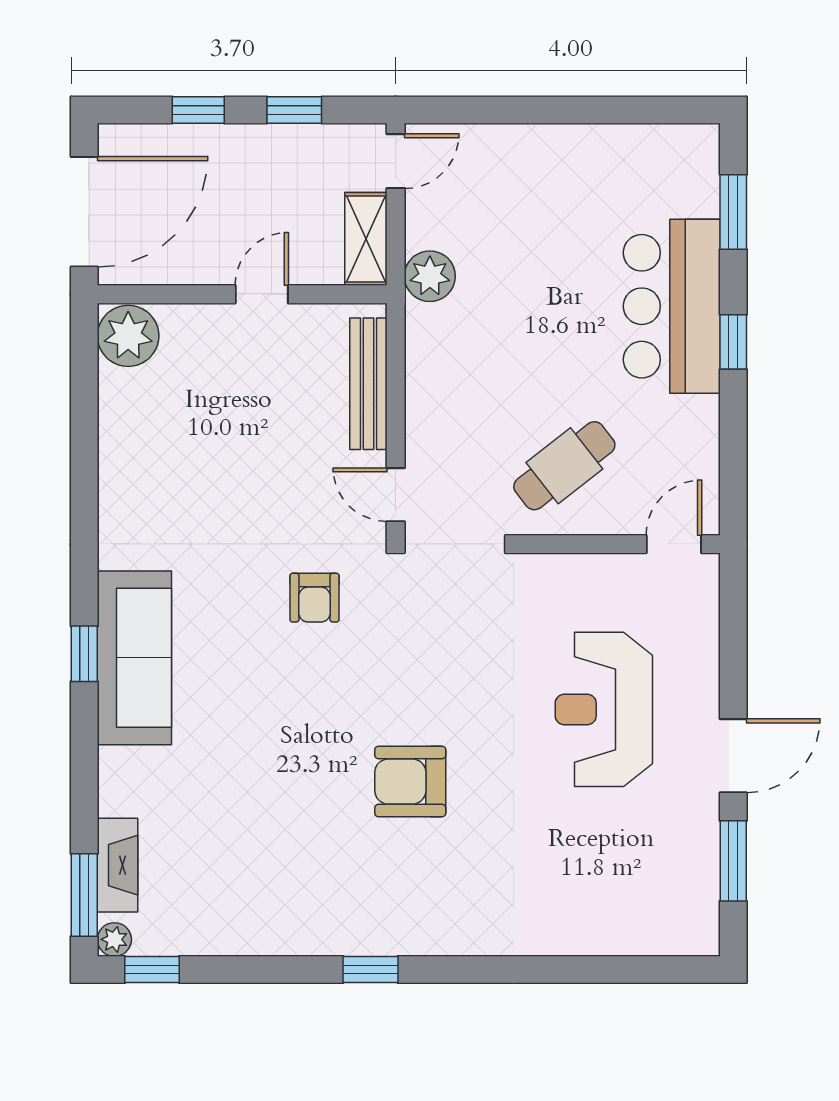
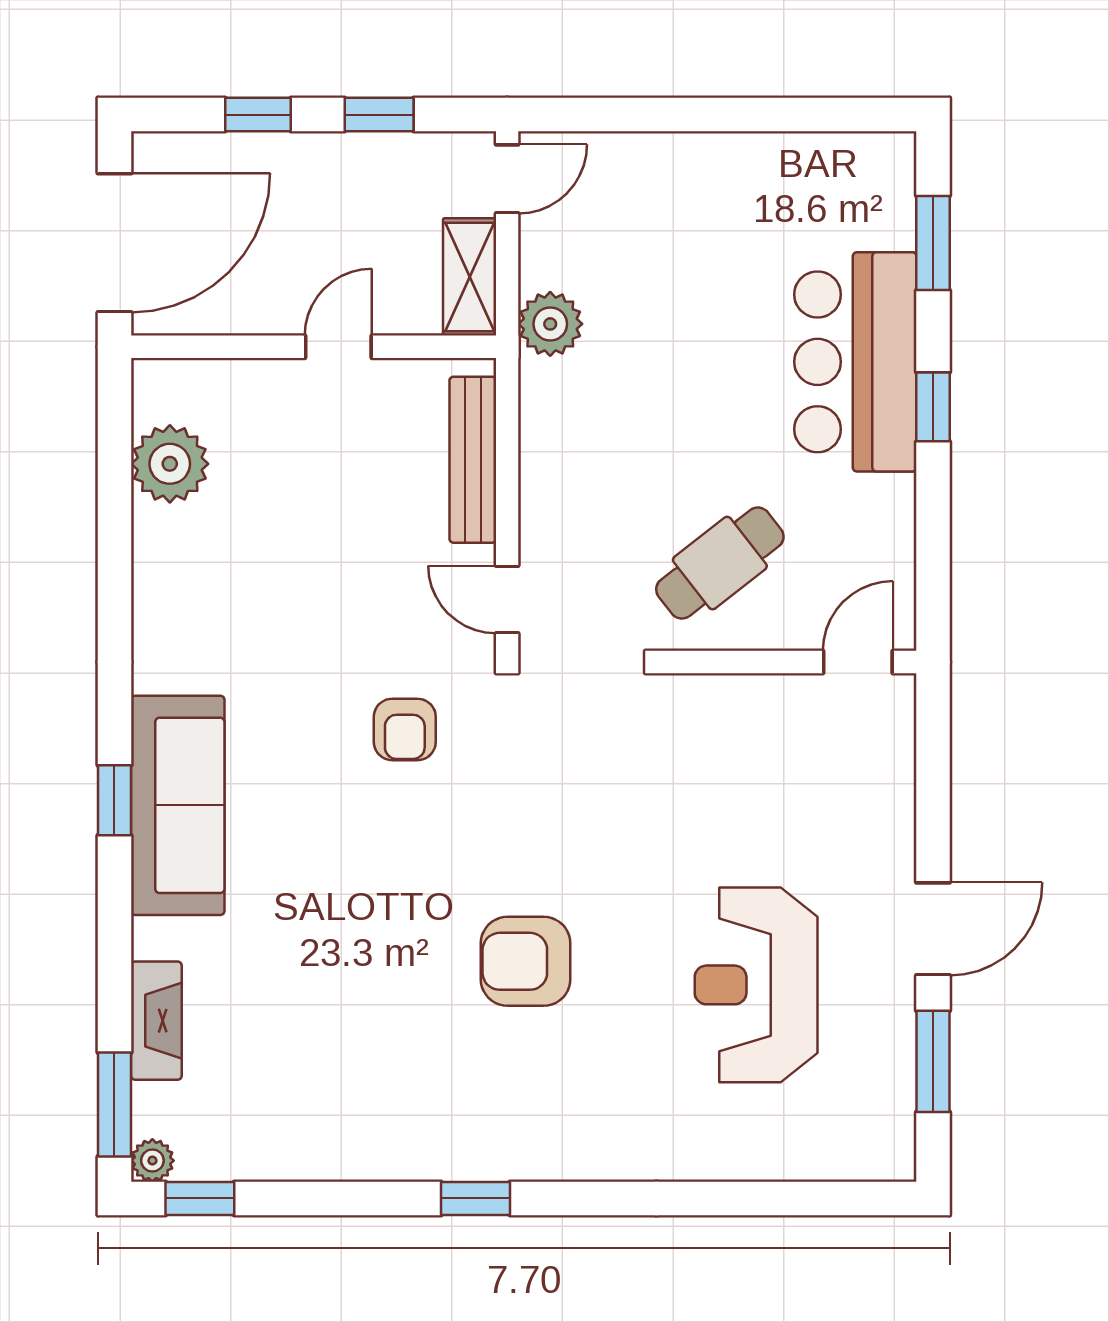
plant: (128, 336) -> (170, 464), moved
reception desk: (604, 709) -> (756, 985), moved
fireplace: (118, 865) -> (156, 1021), moved

